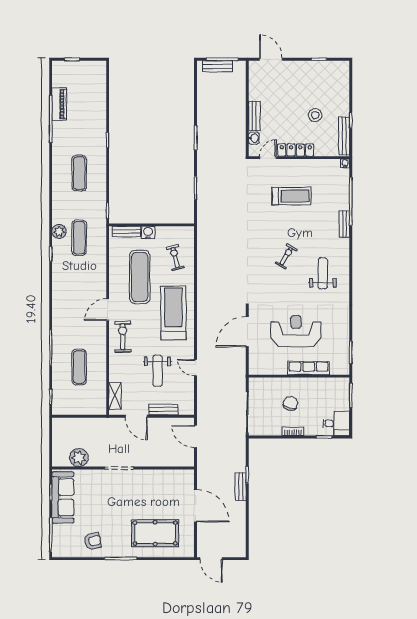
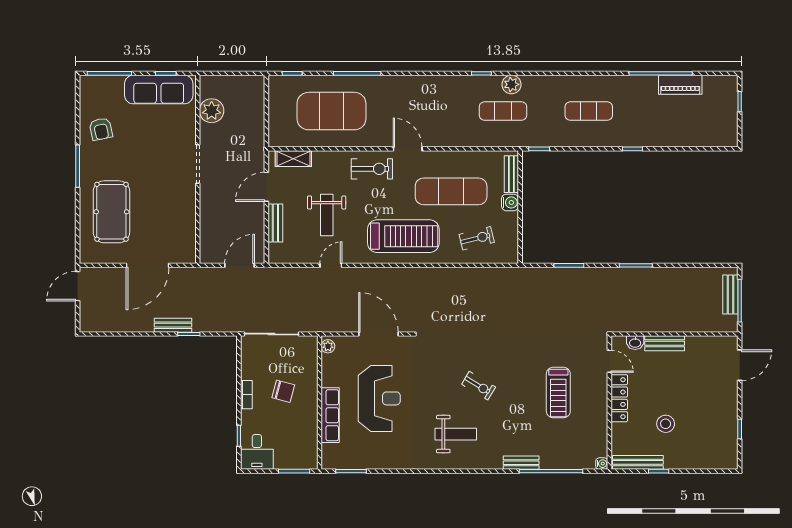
exercise mat: (79, 367) -> (331, 111), width x2.00, depth x1.45
plant: (257, 370) -> (328, 346), added
weight bench: (158, 371) -> (327, 215), turned -90

